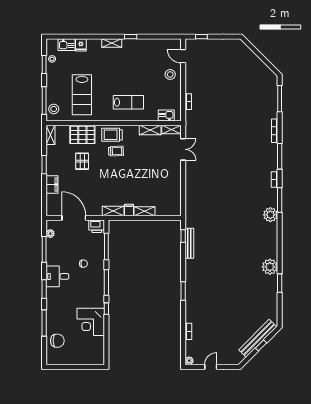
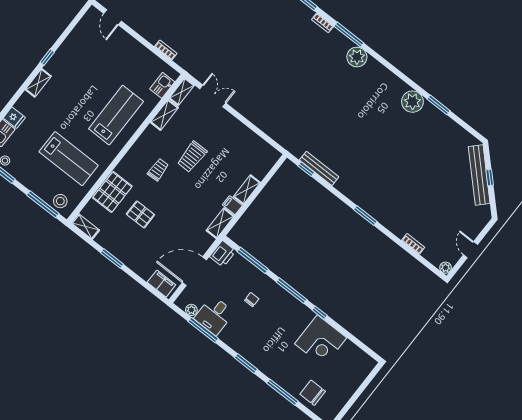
door: (183, 56) -> (113, 17), hinge flipped
stool: (170, 74) -> (121, 47), removed
lab bench: (128, 102) -> (116, 115), width x1.36, depth x1.39
trolley: (112, 135) -> (192, 157), moved
filing cabinet: (52, 184) -> (161, 284), moved
desk: (57, 276) -> (214, 315), moved
chair: (57, 341) -> (313, 393), turned -90

